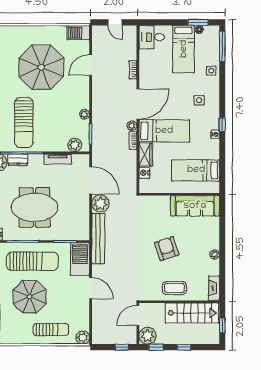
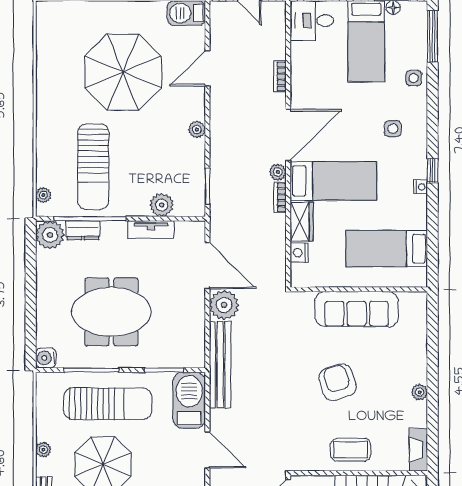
plant: (84, 114) -> (197, 130), moved
plant: (75, 145) -> (162, 205), moved
sofa: (195, 206) -> (357, 309), moved

